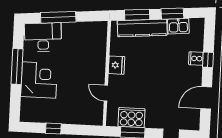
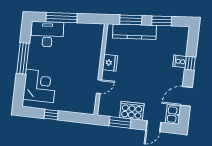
kitchen sink: (178, 26) -> (173, 115), moved, turned 95
corner desk: (39, 80) -> (40, 86), moved
door: (106, 93) -> (99, 87), swing flipped
cooker: (131, 118) -> (132, 111), moved

